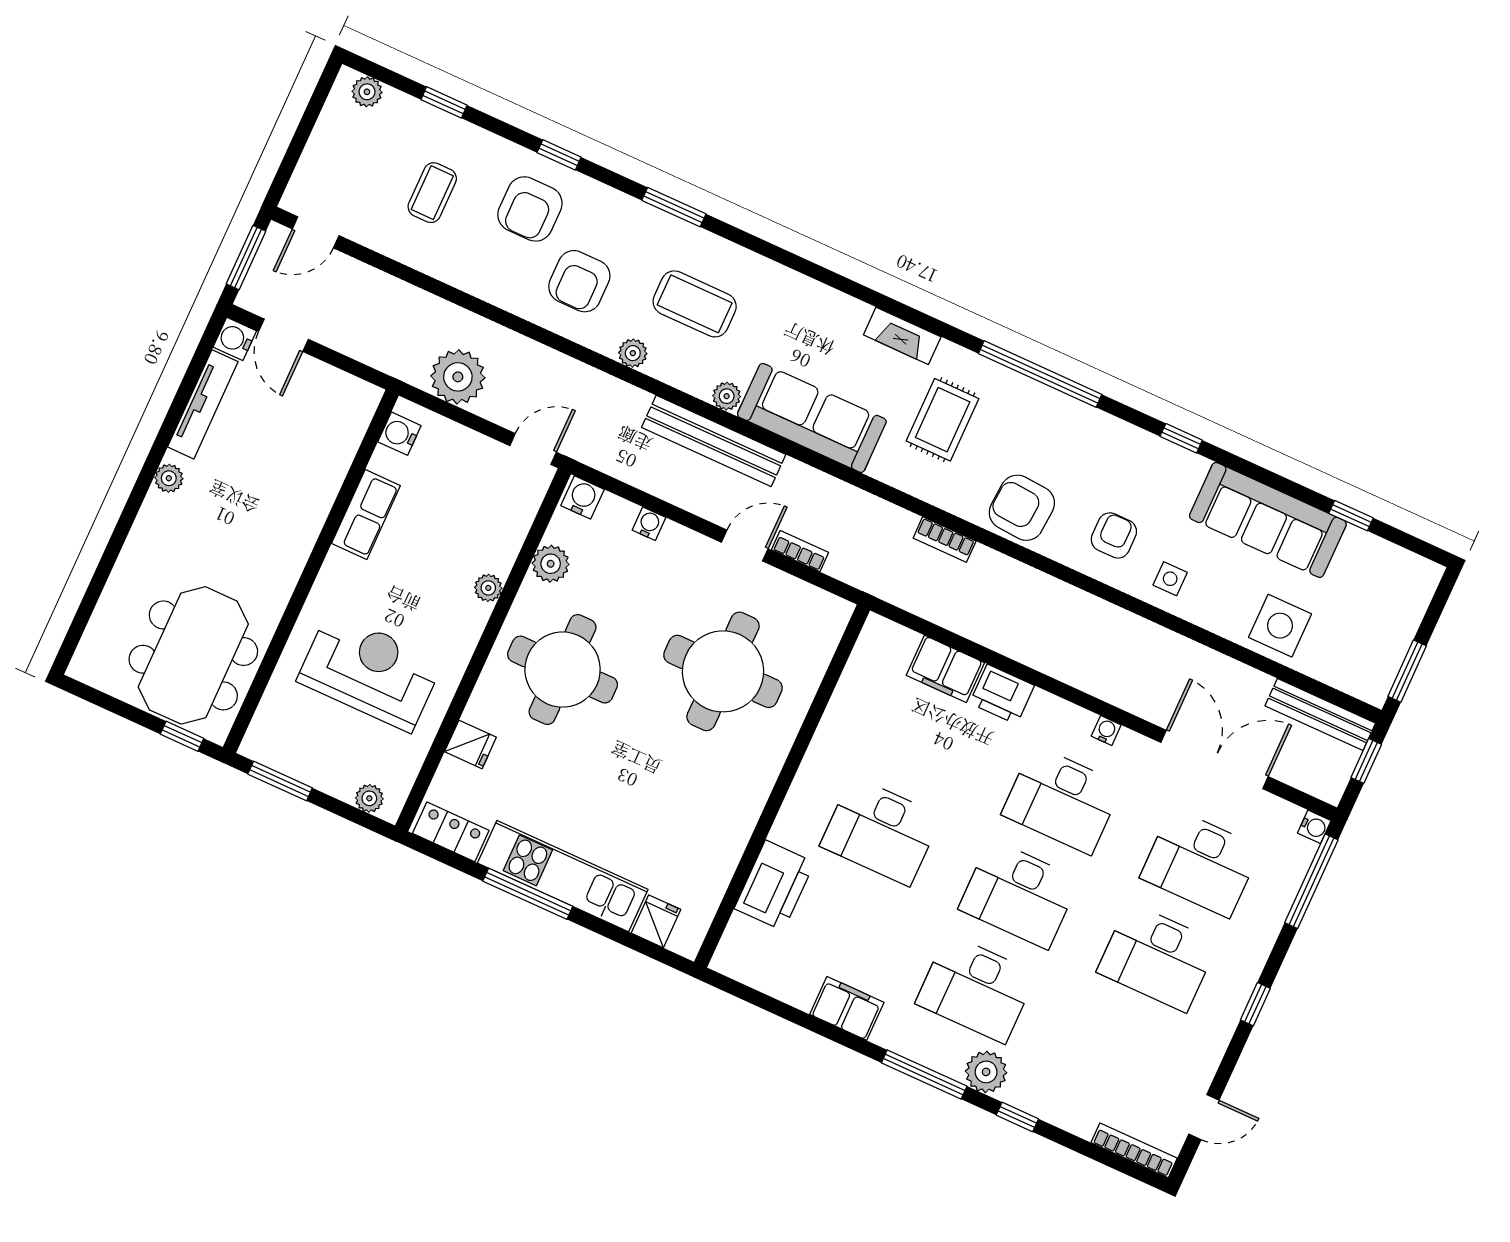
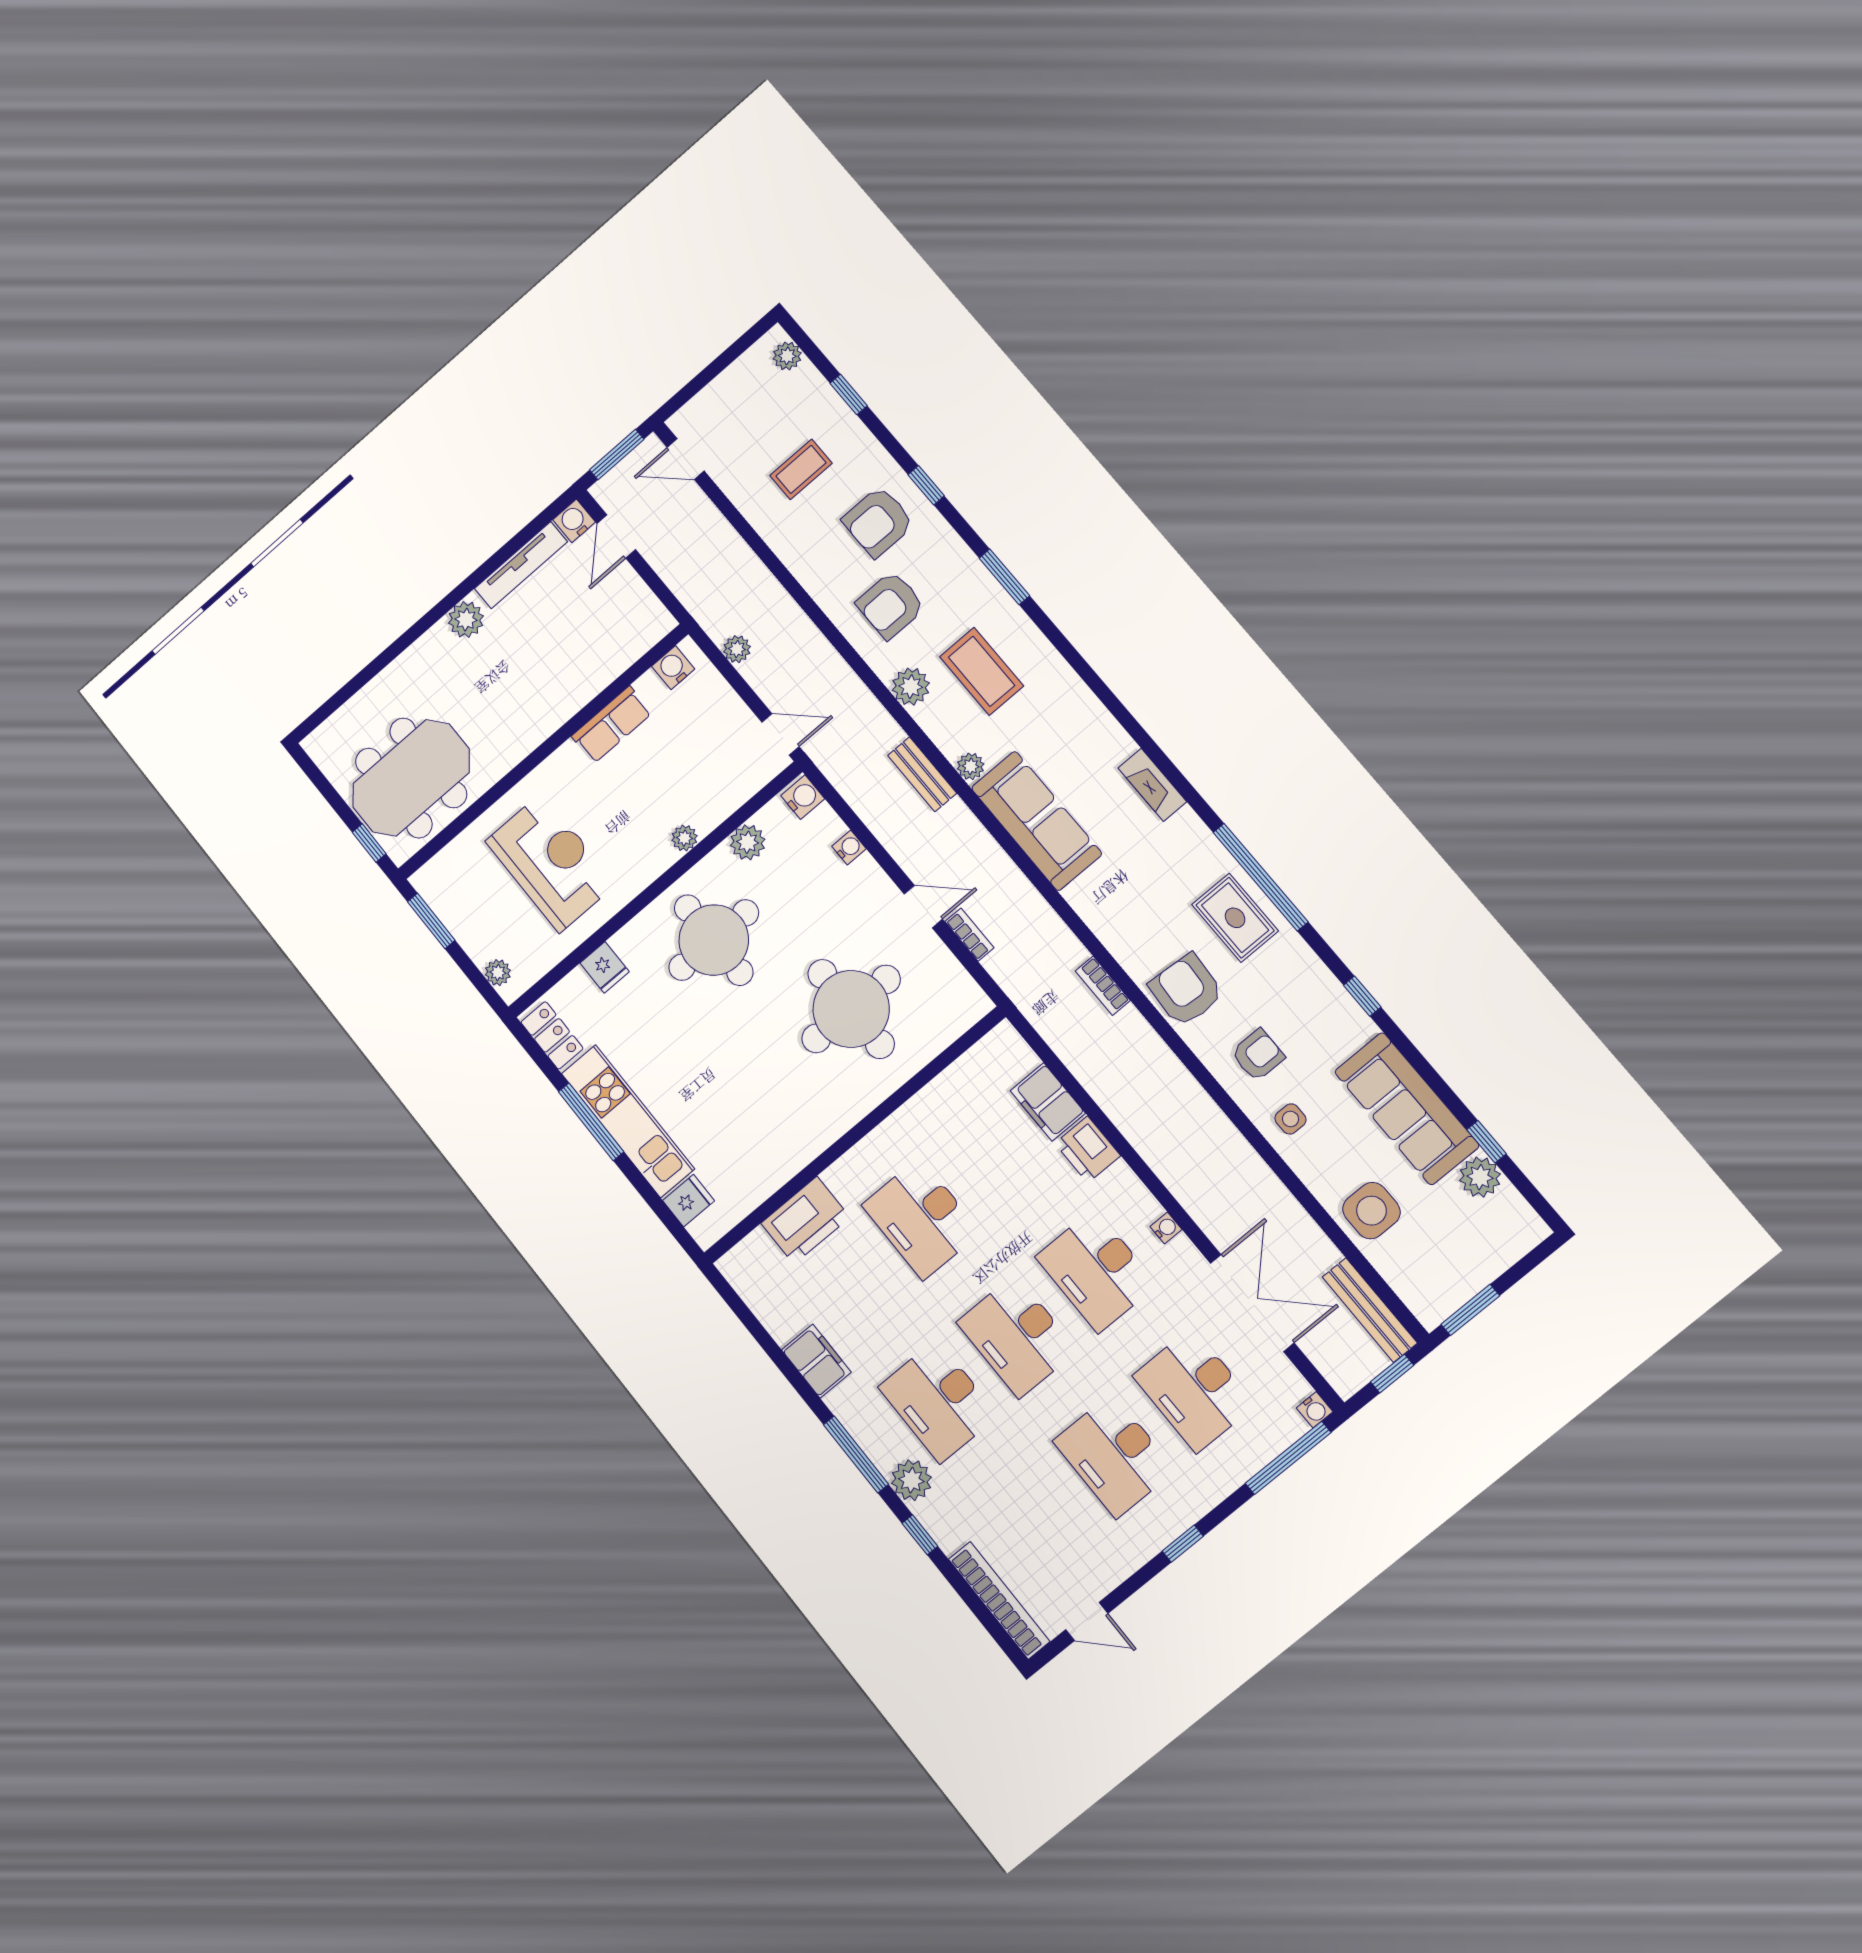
plant: (633, 353) -> (911, 687), width x1.38, depth x1.38
plant: (458, 377) -> (737, 649), width x0.53, depth x0.53
rug: (943, 420) -> (1235, 918), moved, turned 90
bench: (714, 441) -> (922, 774), width x0.54, depth x0.82
plant: (169, 478) -> (466, 620), width x1.38, depth x1.38
plant: (1360, 550) -> (1480, 1177), added
bookcase: (1134, 1150) -> (999, 1600), width x1.48, depth x1.31

